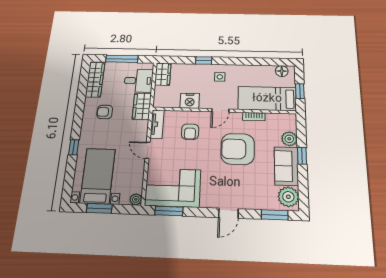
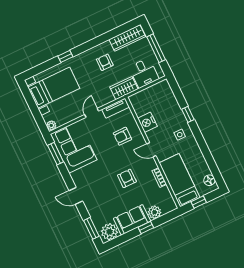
wardrobe: (163, 74) -> (159, 89), removed
armchair: (238, 149) -> (127, 178), width x0.53, depth x0.53
window: (99, 208) -> (32, 103), removed

